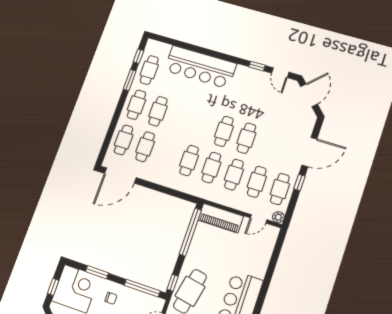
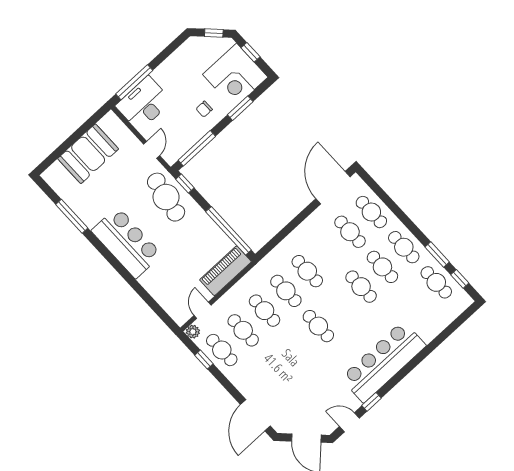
bar counter: (200, 67) -> (383, 362), moved
cafe table: (246, 138) -> (361, 287), moved
door: (309, 152) -> (255, 415), moved
window: (299, 182) -> (204, 360), moved

